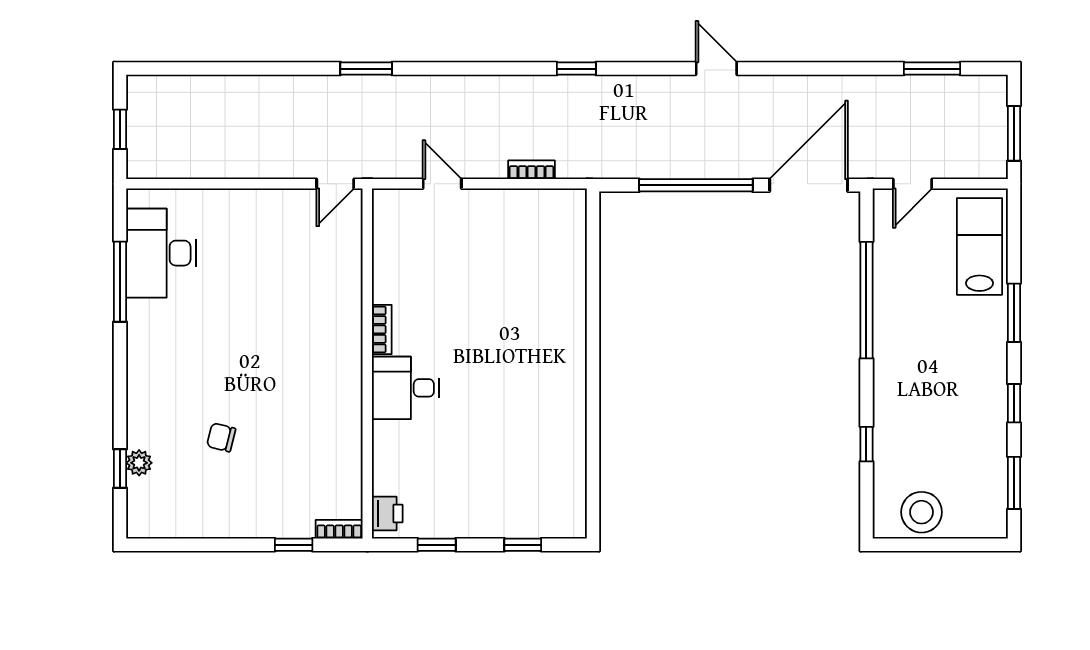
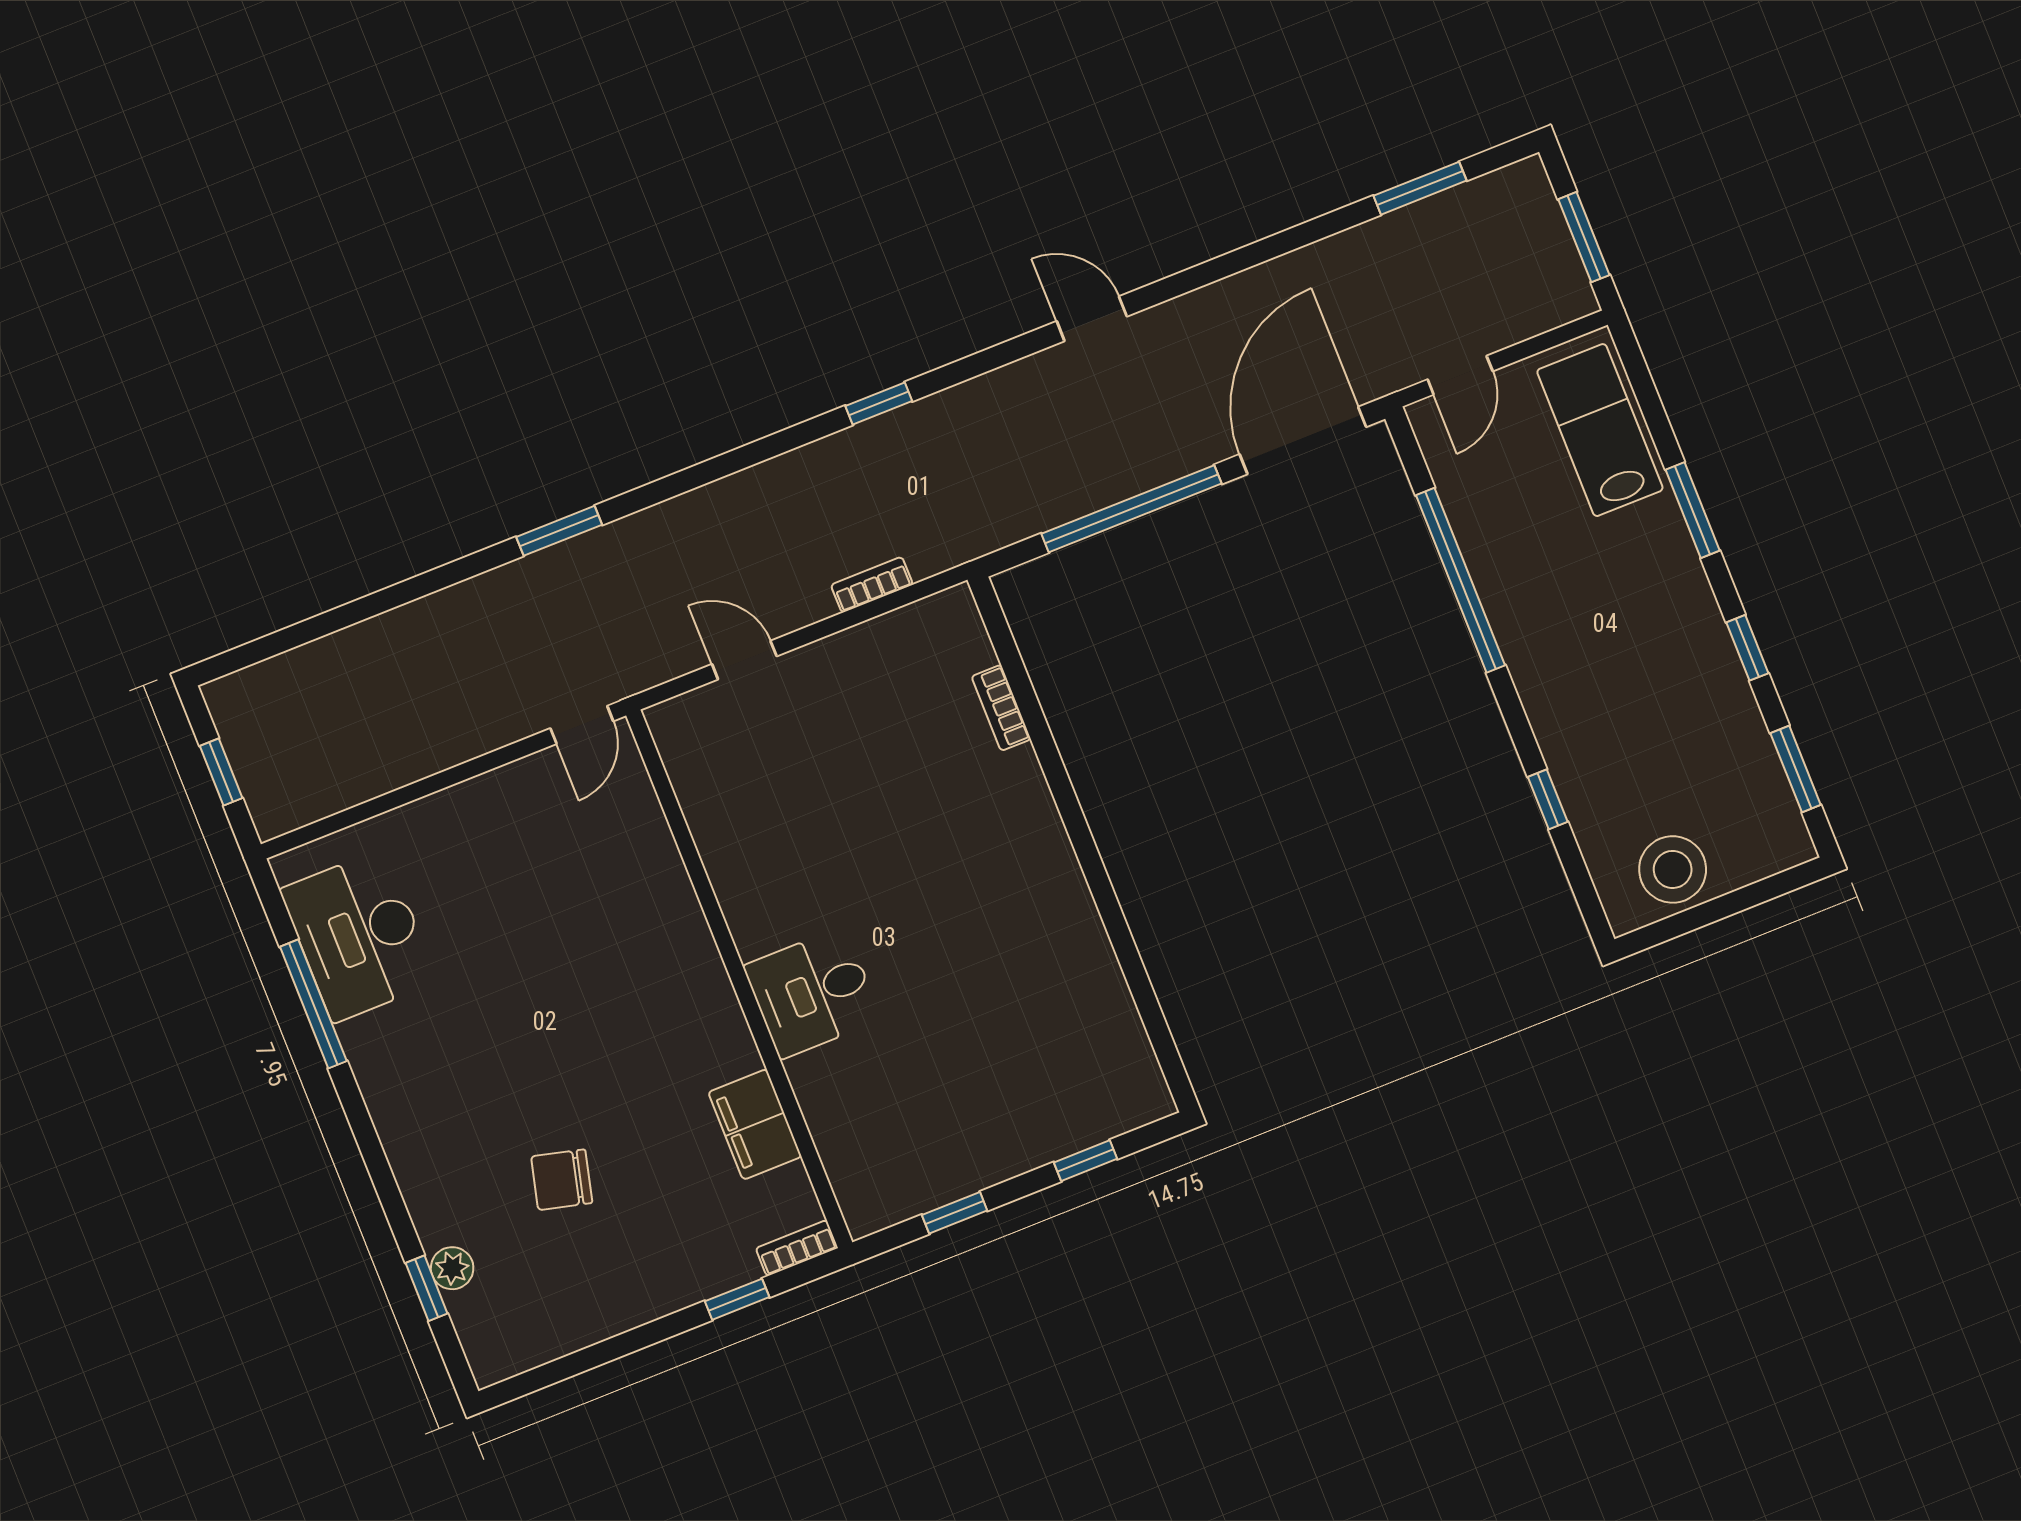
bookcase: (382, 329) -> (1001, 708), moved, turned 180
chair: (221, 437) -> (562, 1180), width x1.37, depth x1.37
filing cabinet: (343, 450) -> (755, 1124), added
printer: (387, 514) -> (861, 1195), removed

